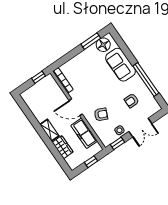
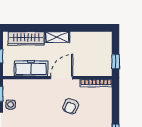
armchair: (101, 115) -> (71, 106), moved
wardrobe: (63, 147) -> (26, 38), width x1.50

